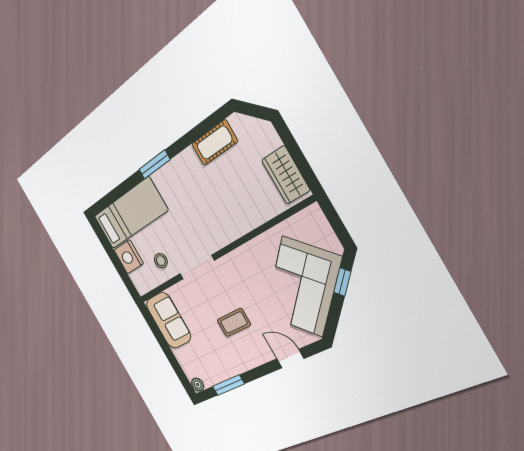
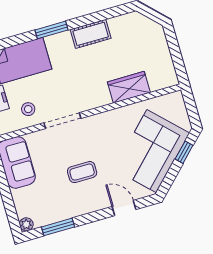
cot: (215, 143) -> (91, 34), moved
wardrobe: (286, 175) -> (129, 87), moved, turned 90

